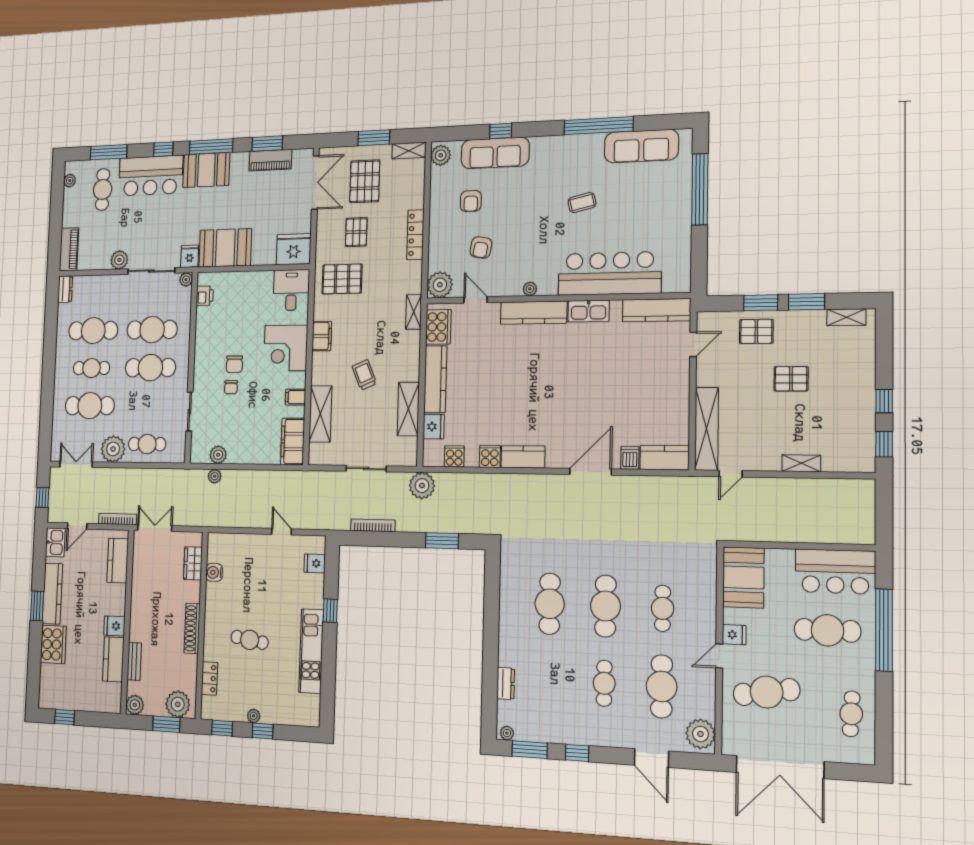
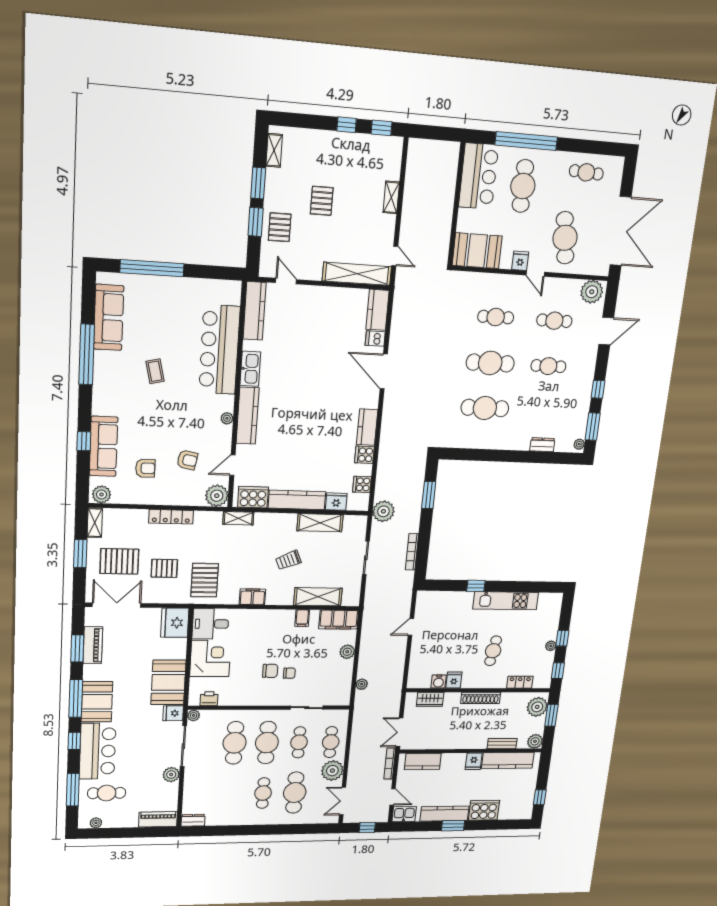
cafe table: (93, 331) -> (299, 742), moved, width x0.73, depth x0.74
corner desk: (286, 348) -> (210, 658), moved, turned -90
plant: (218, 455) -> (347, 652), moved
fridge: (315, 563) -> (454, 680), moved, turned 180
kitchen counter: (113, 659) -> (508, 761), width x1.50
cafe table: (662, 686) -> (554, 321), width x0.73, depth x0.74

